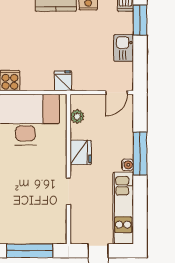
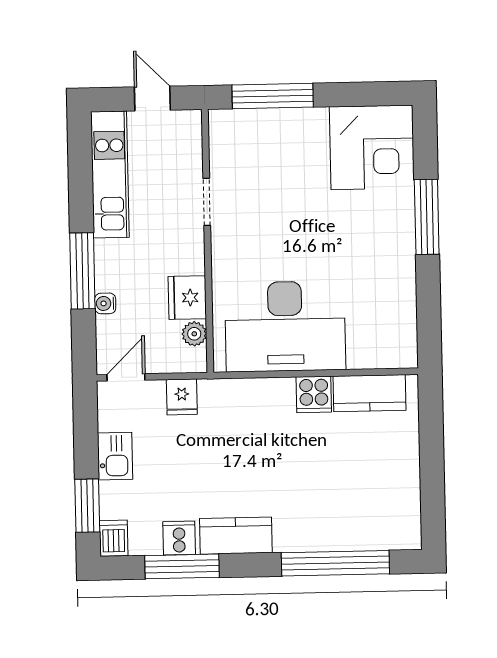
fridge: (63, 81) -> (182, 397), moved
fridge: (81, 152) -> (187, 298), moved
water cooler: (127, 165) -> (105, 303), moved

